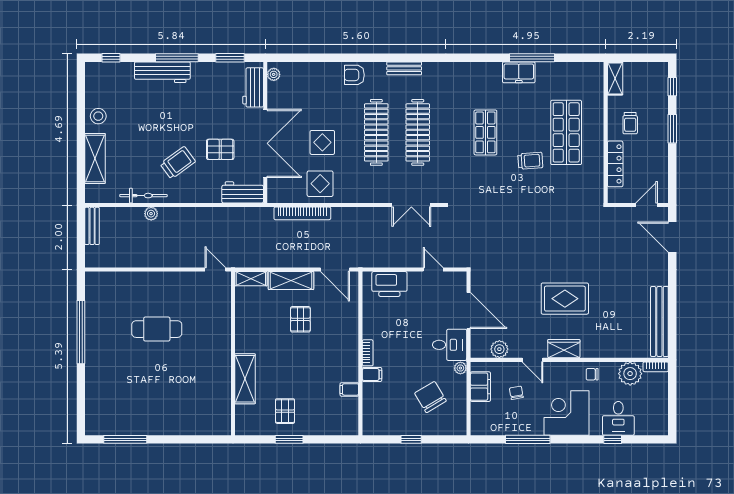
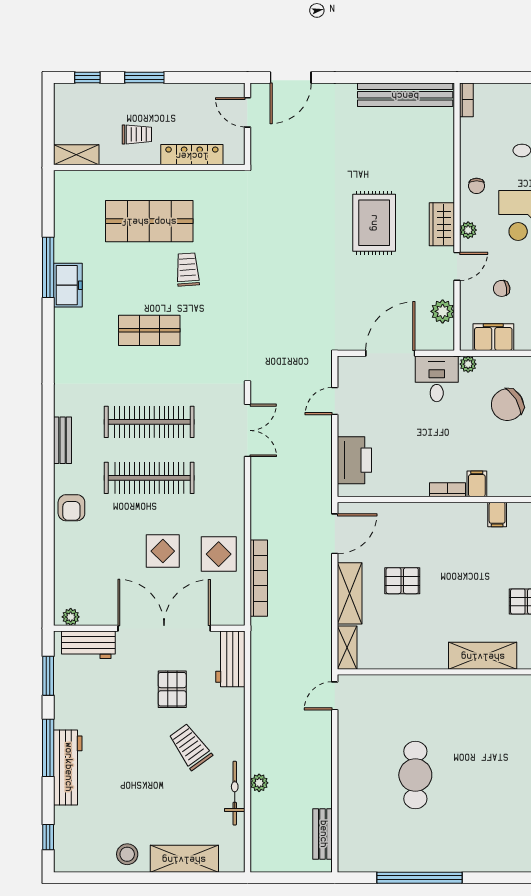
bench: (92, 226) -> (323, 834), moved, turned 90
plant: (630, 374) -> (468, 230), moved, width x0.53, depth x0.53

